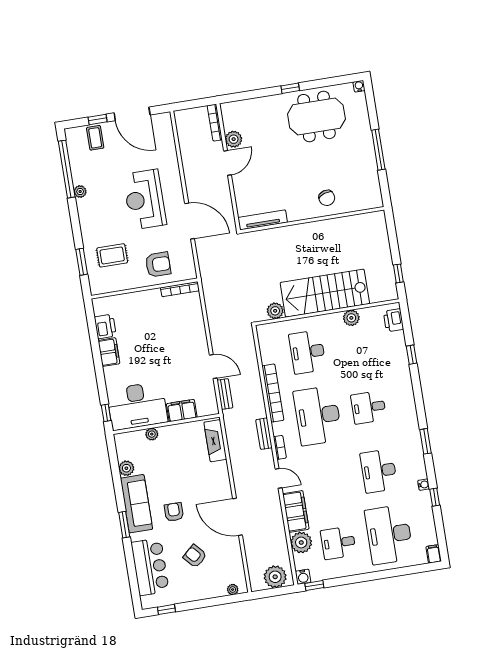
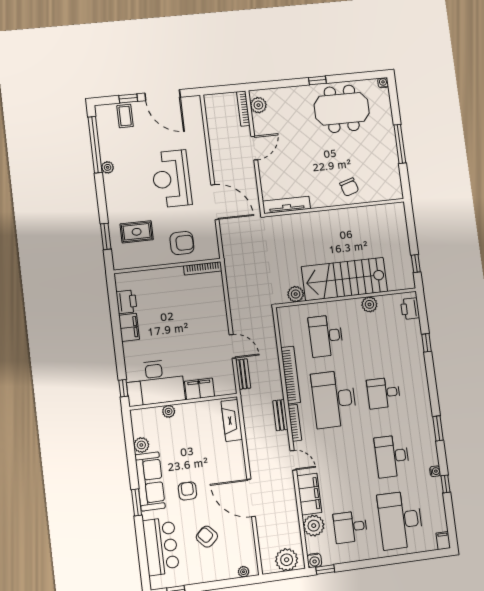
plant: (234, 139) -> (258, 105), moved
bookcase: (280, 447) -> (295, 423), width x1.56

